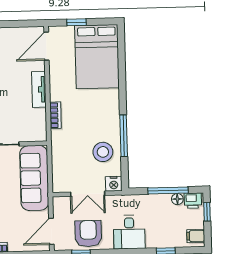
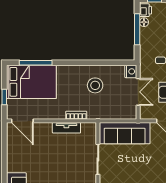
tv unit: (39, 89) -> (66, 128), moved
window: (124, 136) -> (36, 63), moved
stool: (103, 152) -> (95, 85), moved

